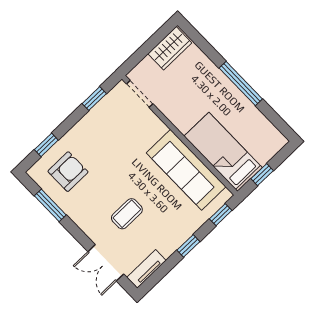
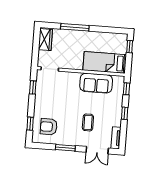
window: (241, 84) -> (75, 27), moved
sofa: (186, 170) -> (96, 83), width x0.73
armchair: (68, 172) -> (49, 127), turned -90
window: (262, 175) -> (130, 47), moved
window: (50, 205) -> (65, 148), moved

